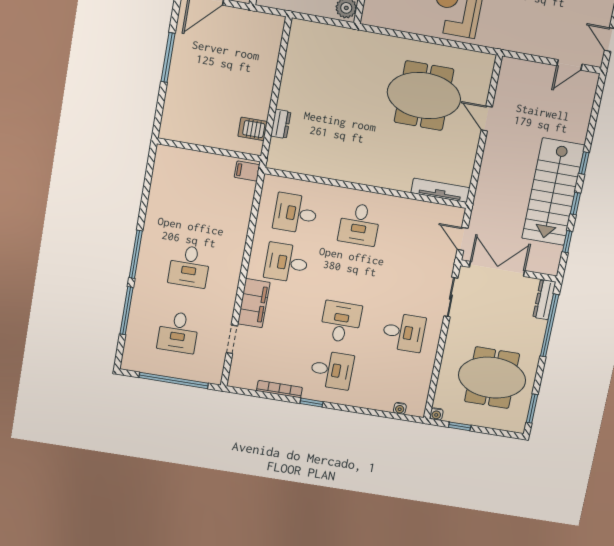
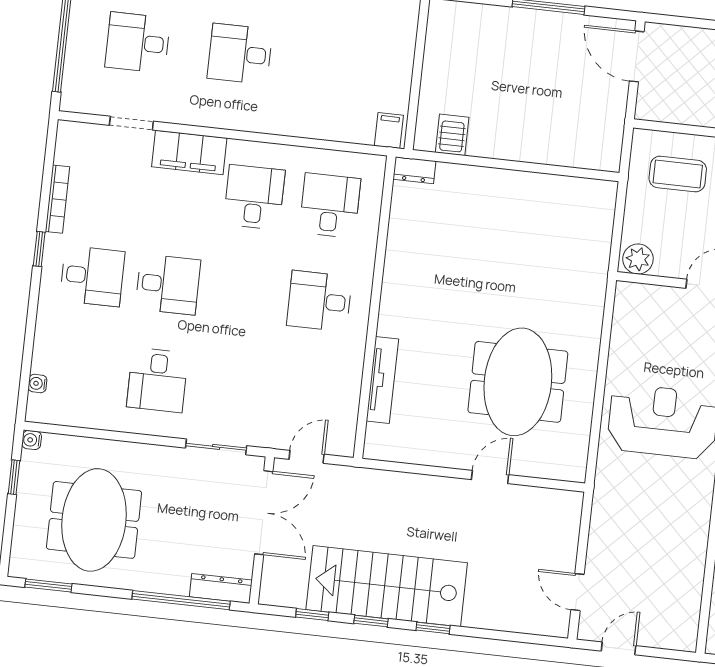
dresser: (281, 124) -> (414, 170), moved
tv unit: (440, 190) -> (382, 380), moved
desk: (332, 370) -> (92, 276), turned -90

